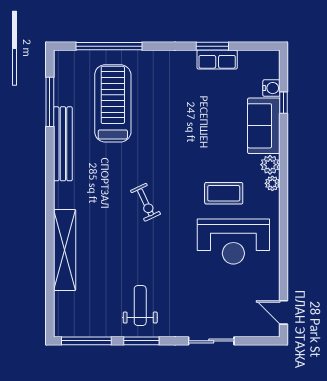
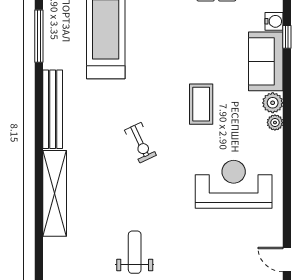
bench: (63, 144) -> (53, 109), moved
coffee table: (224, 193) -> (201, 104), moved, turned 90
reception desk: (233, 242) -> (234, 184), turned 180

